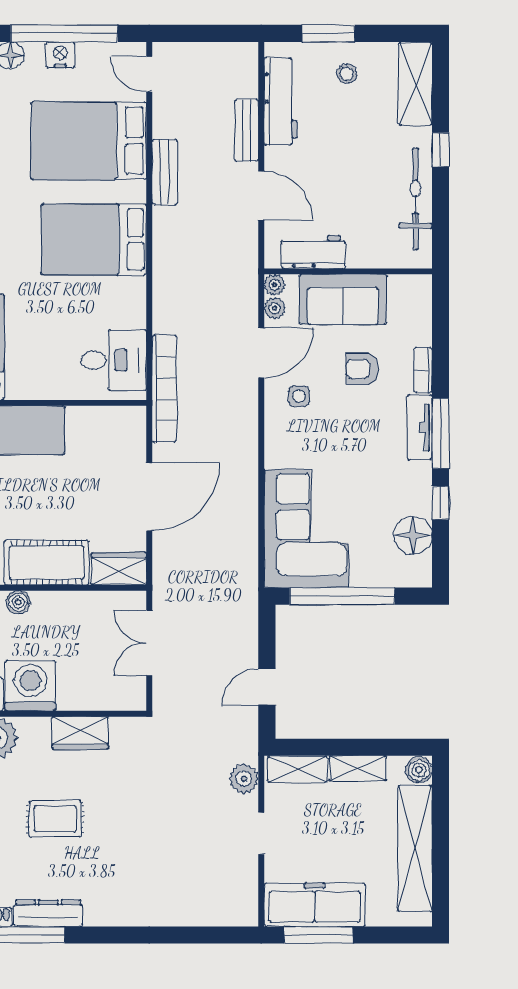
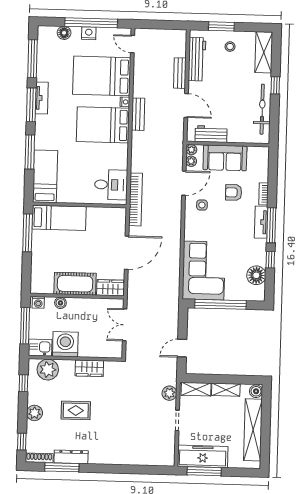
bench: (165, 172) -> (138, 114), moved
nightstand: (137, 192) -> (125, 102), added

